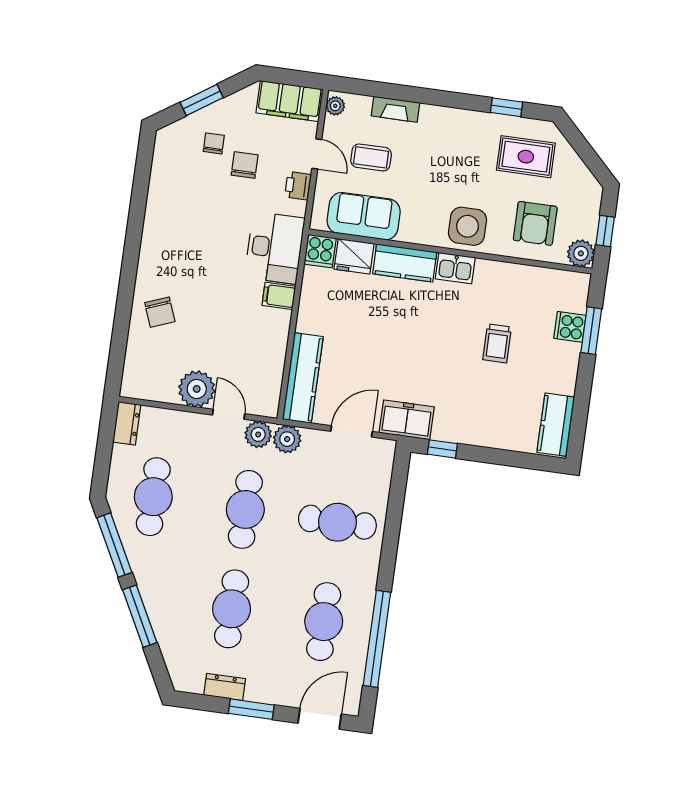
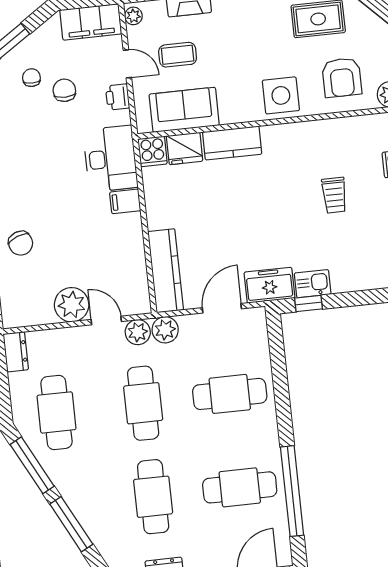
kitchen sink: (455, 268) -> (313, 284), moved, turned 180
cafe table: (324, 622) -> (240, 487), turned 90

